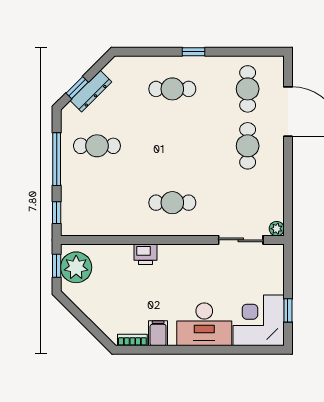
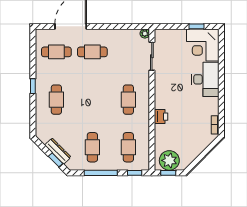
cafe table: (97, 203) -> (128, 147), added
filing cabinet: (158, 333) -> (211, 109), removed

